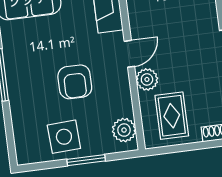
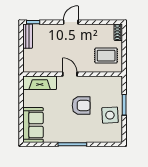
plant: (147, 79) -> (85, 66), removed
plant: (124, 130) -> (111, 82), removed

